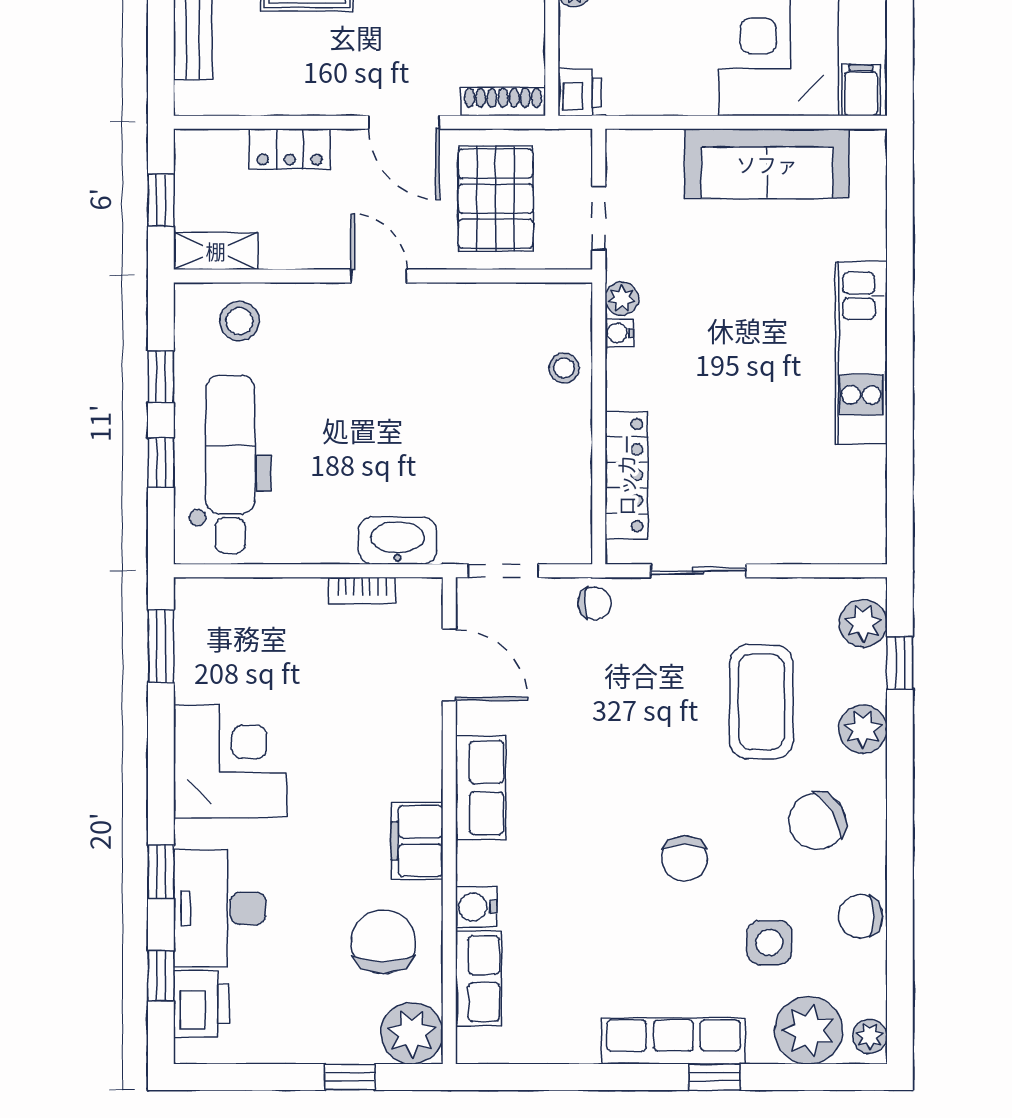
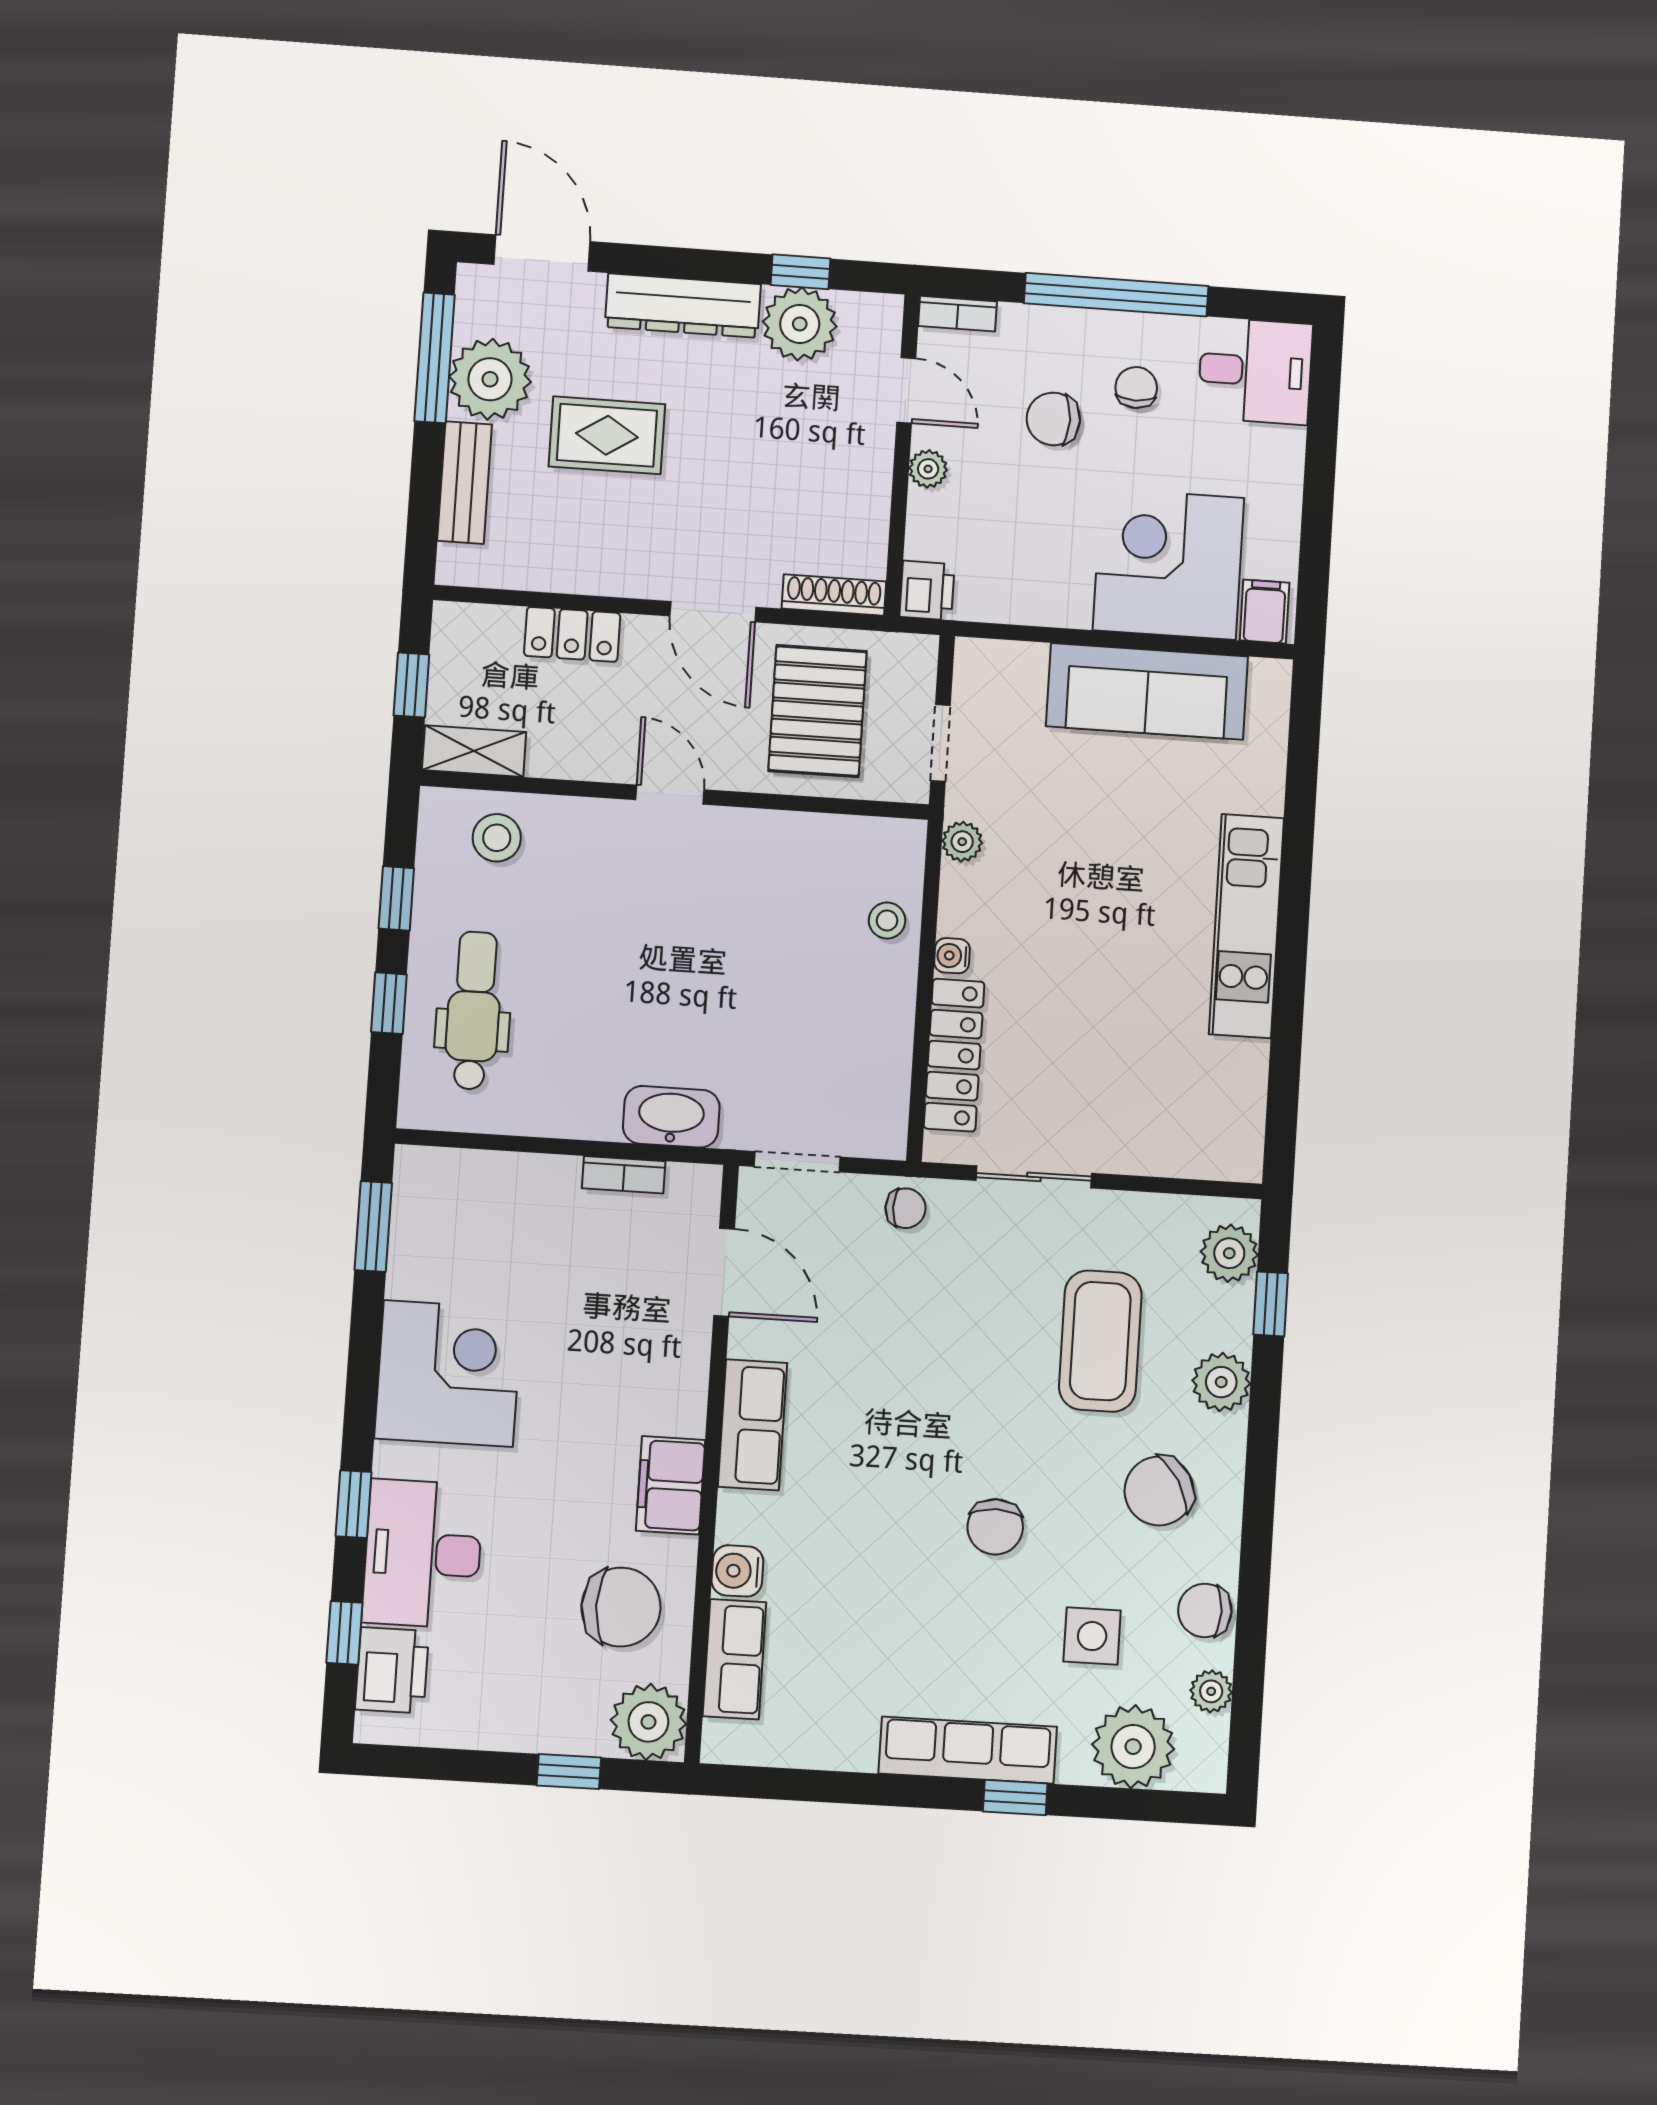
water cooler: (619, 333) -> (952, 956), moved
dental chair: (230, 464) -> (474, 1011), width x0.73, depth x0.72
chair: (383, 942) -> (621, 1607), turned 90
plant: (870, 1036) -> (1211, 1691), moved

